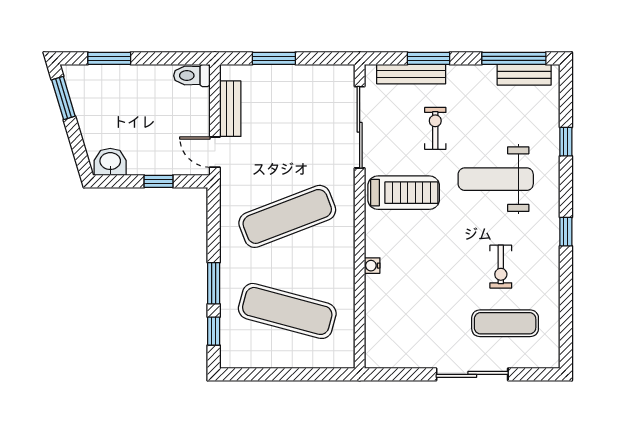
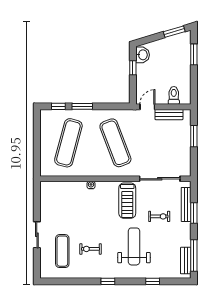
toilet: (192, 76) -> (174, 95), moved
window: (159, 181) -> (133, 68), moved
sliding door: (472, 374) -> (37, 235), width x0.73

